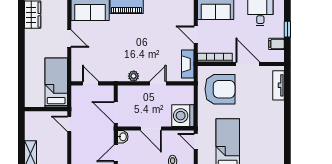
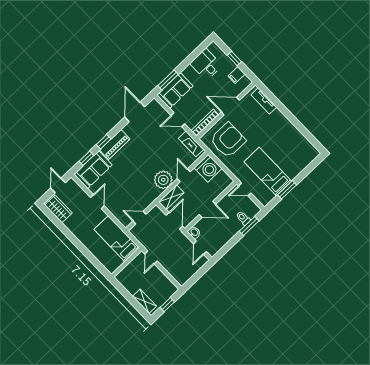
door: (69, 39) -> (97, 202), hinge flipped
plant: (134, 76) -> (163, 180), width x1.88, depth x1.88
shelving: (131, 91) -> (171, 197), added
door: (116, 112) -> (174, 221), swing flipped
washing machine: (183, 116) -> (208, 168), moved, turned -90
door: (69, 124) -> (151, 257), hinge flipped

